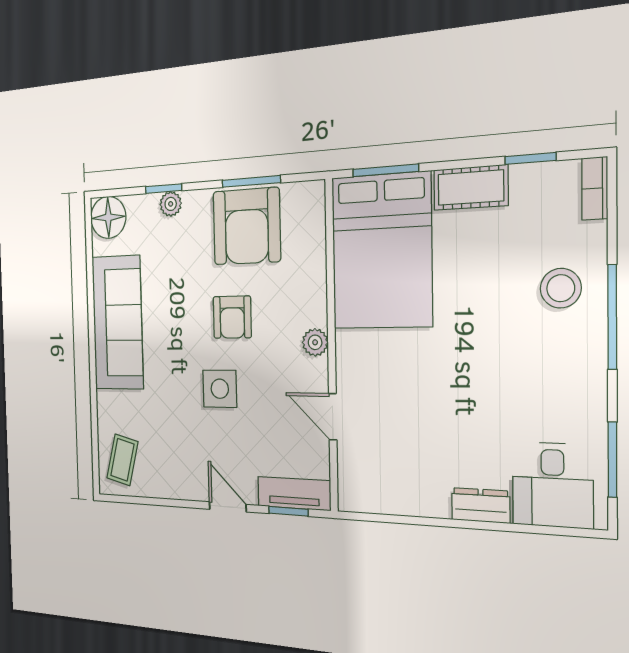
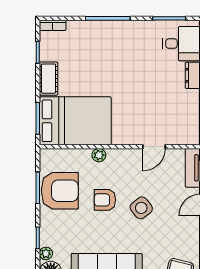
plant: (171, 204) -> (46, 253), moved
stool: (561, 288) -> (95, 40), removed
armchair: (232, 317) -> (105, 200), turned 180
plant: (315, 342) -> (99, 155), moved
side table: (220, 389) -> (141, 208), turned -38

